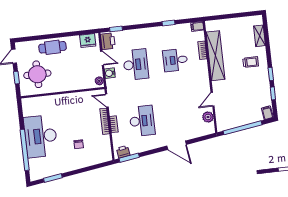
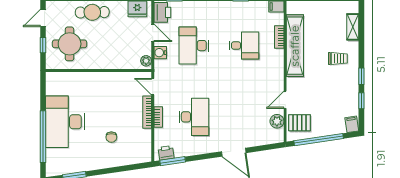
desk: (175, 60) -> (244, 46), turned 180
desk: (136, 65) -> (194, 46), turned 180
pallet: (226, 116) -> (299, 123), added

